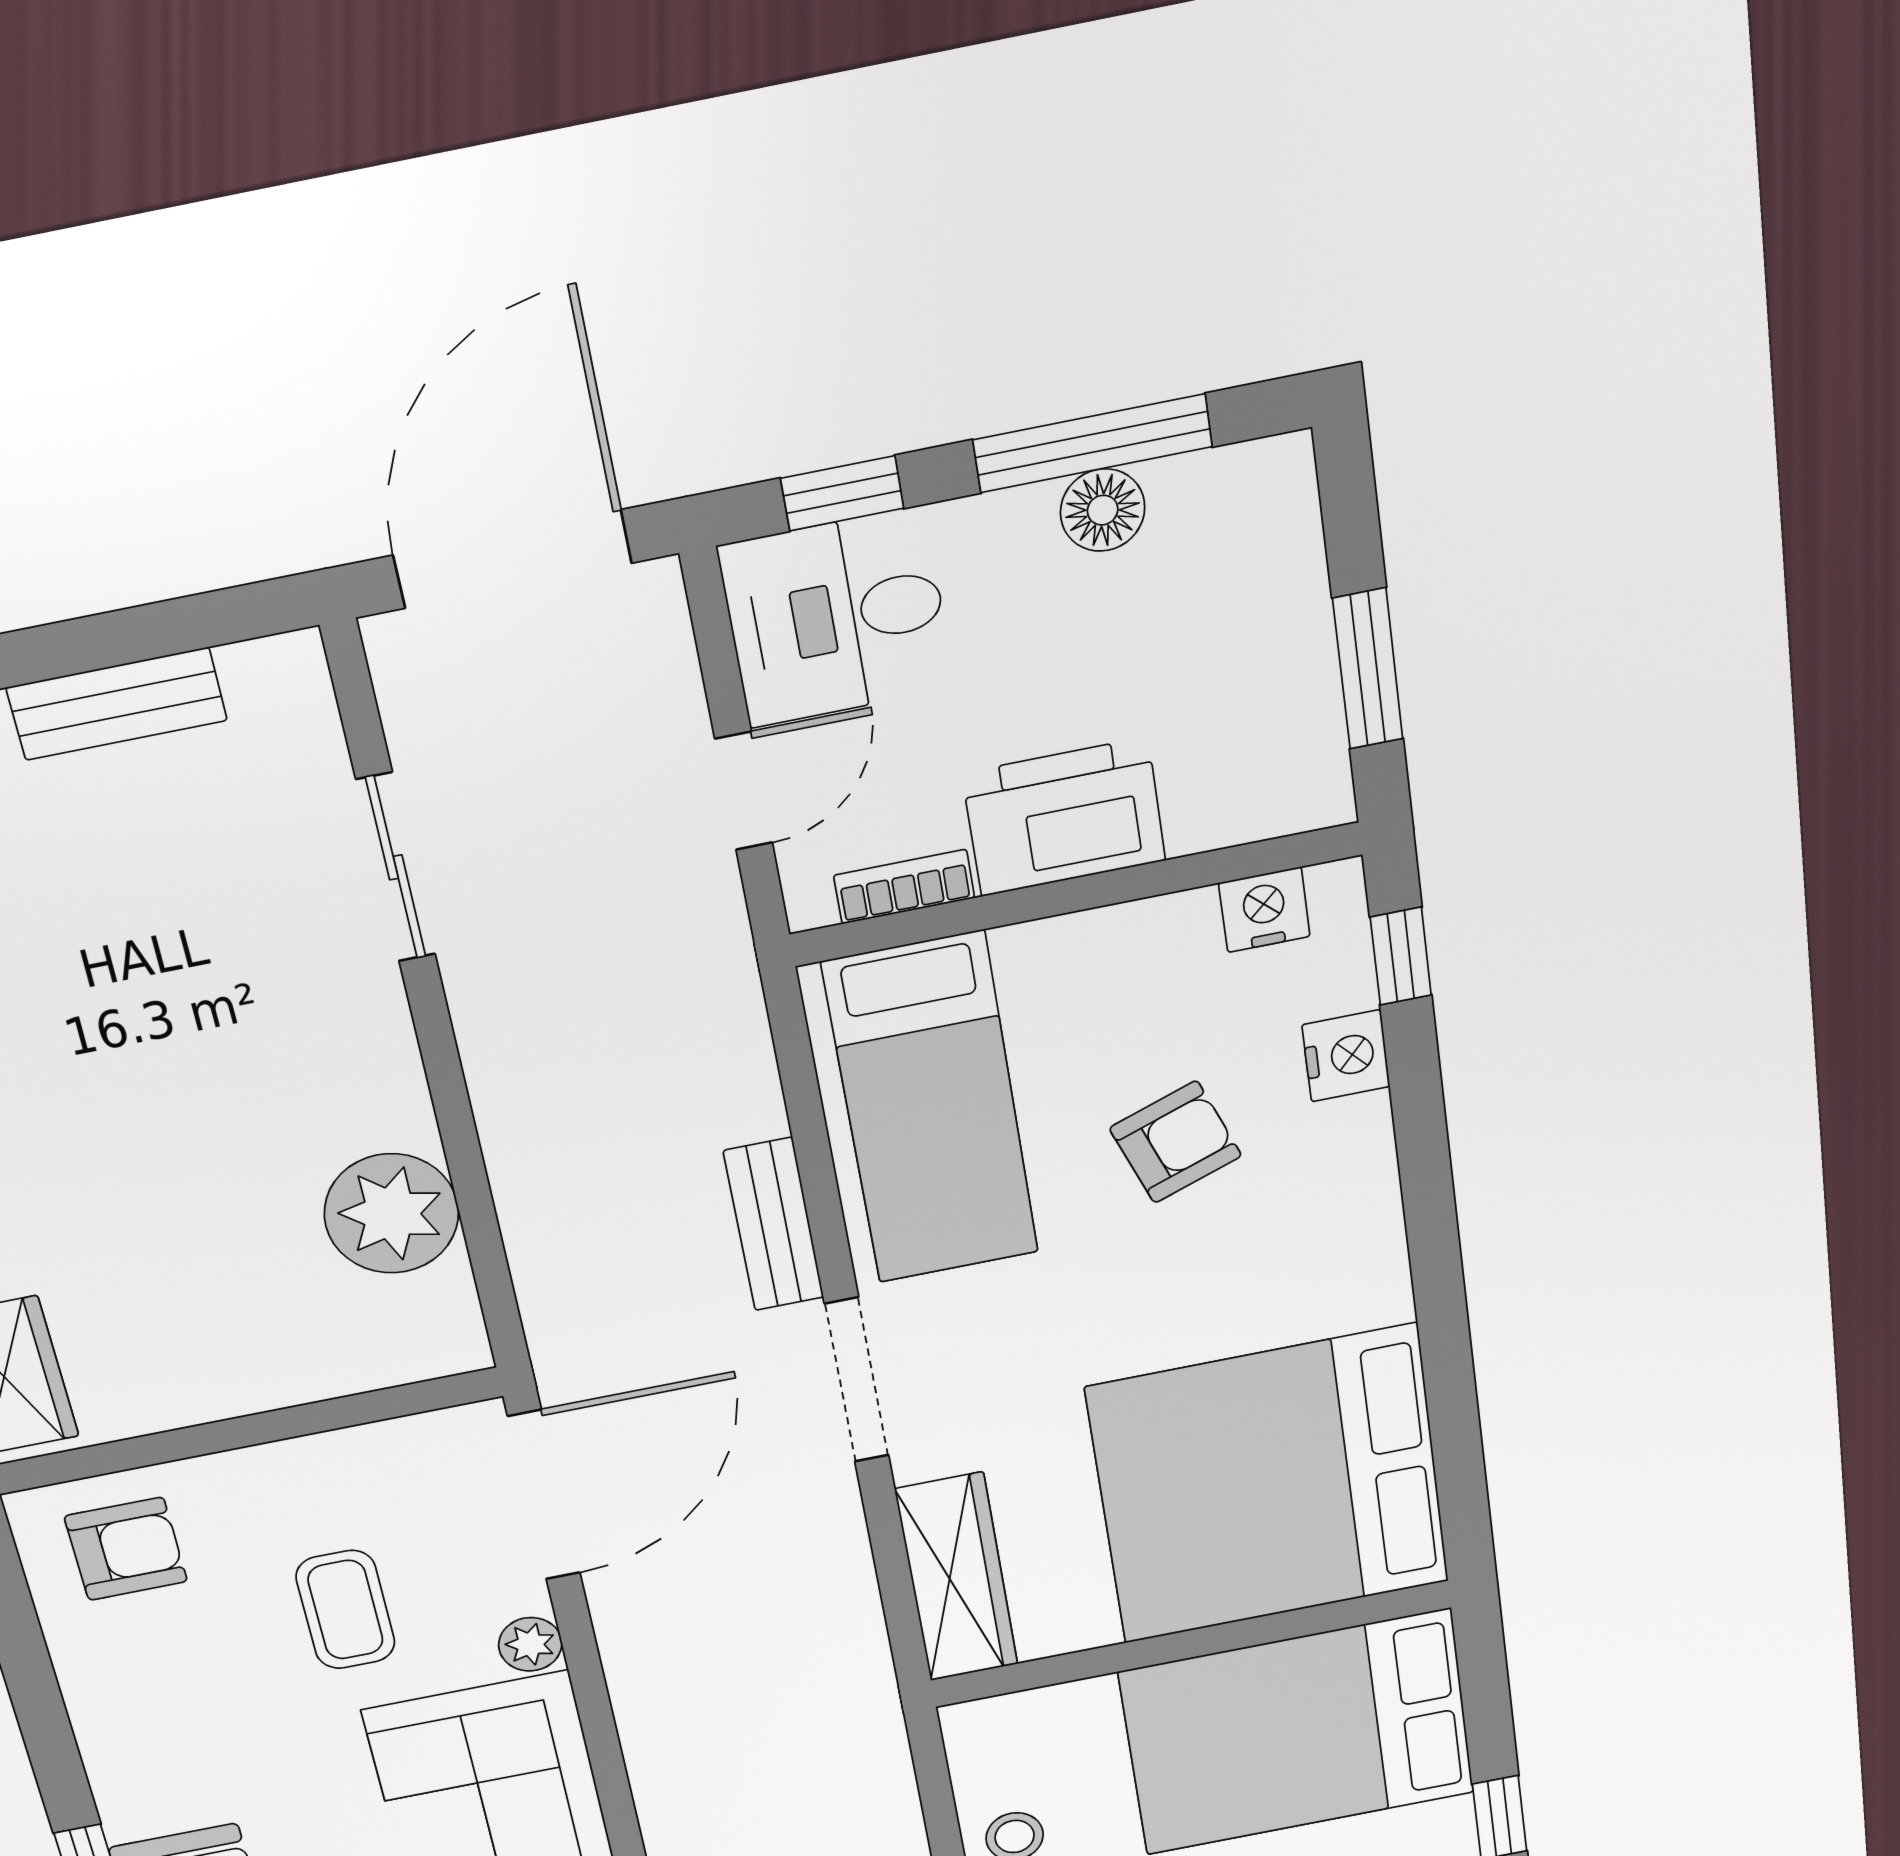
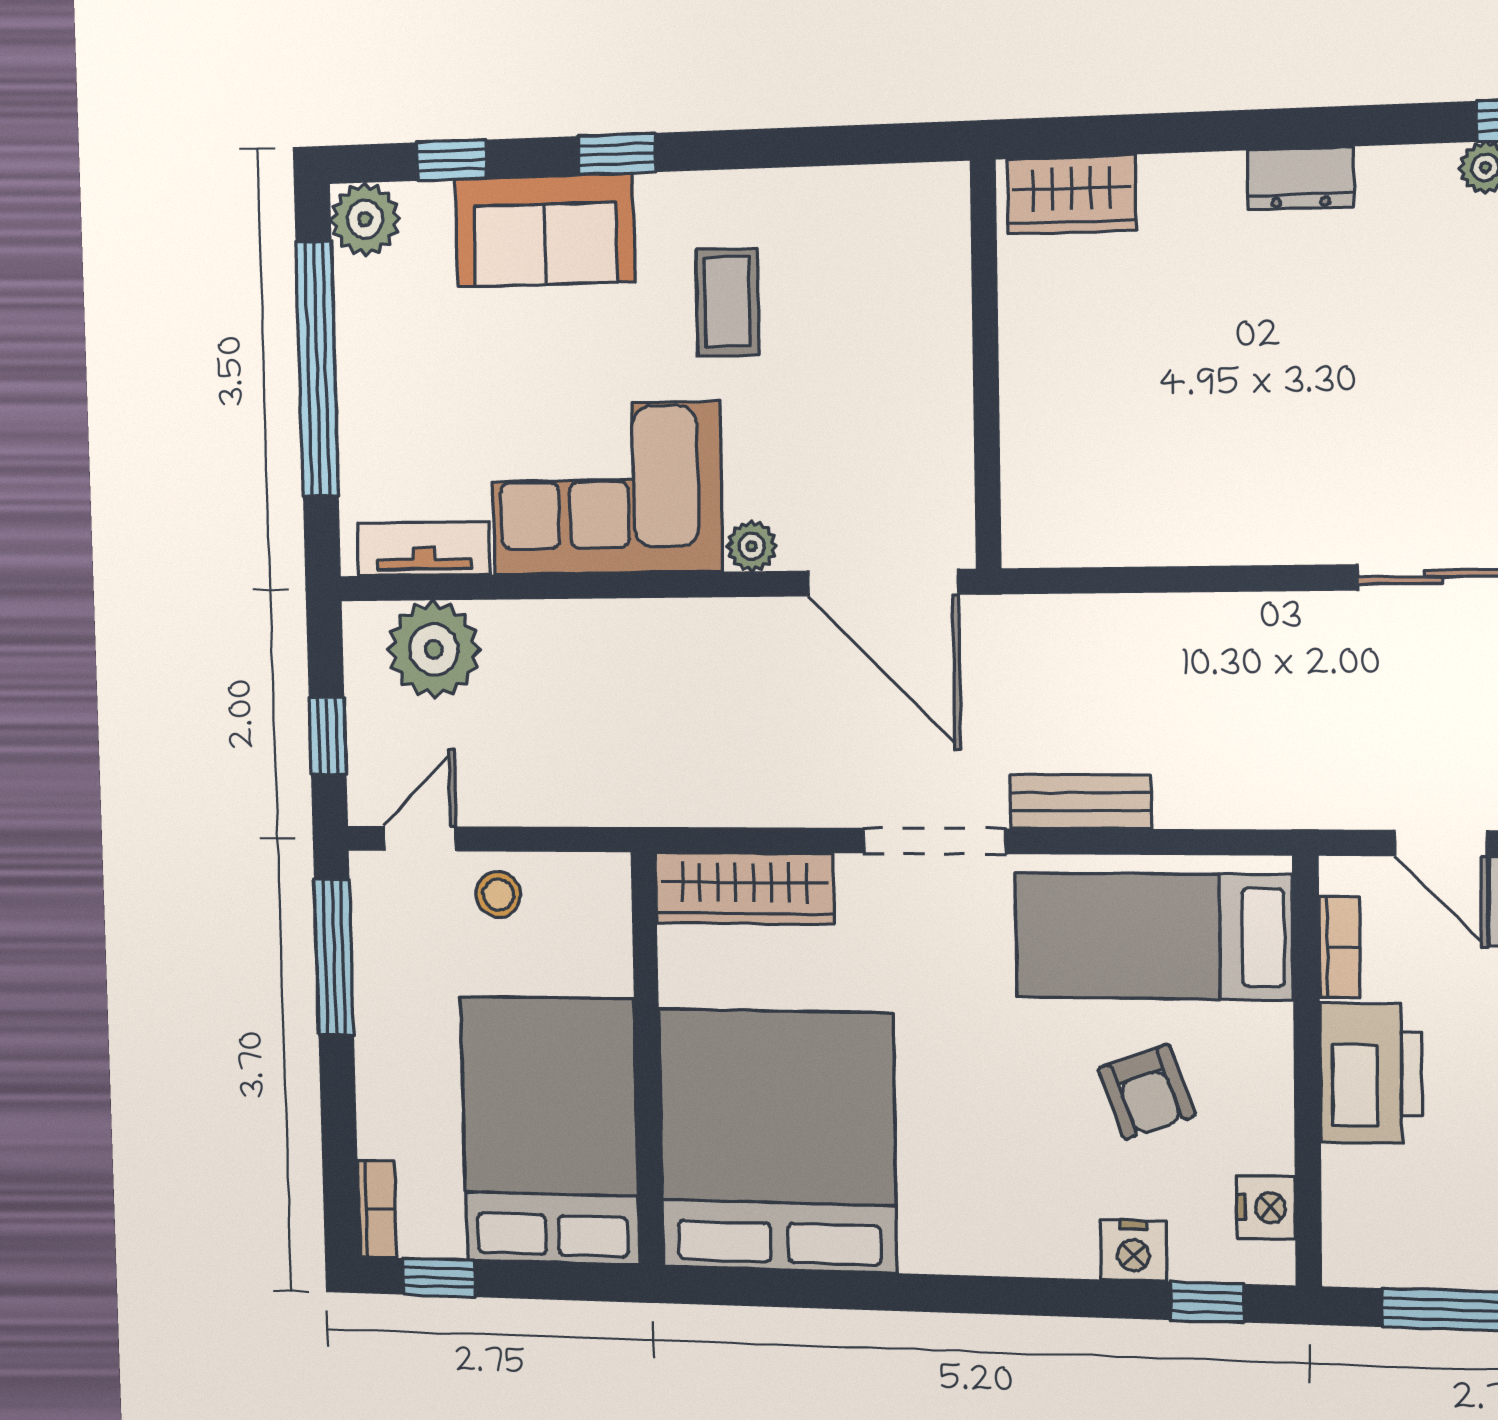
armchair: (1176, 1142) -> (1147, 1092), moved
plant: (391, 1214) -> (1150, 515), removed
armchair: (126, 1549) -> (901, 248), removed
coffee table: (345, 1610) -> (727, 302), moved, turned 90

